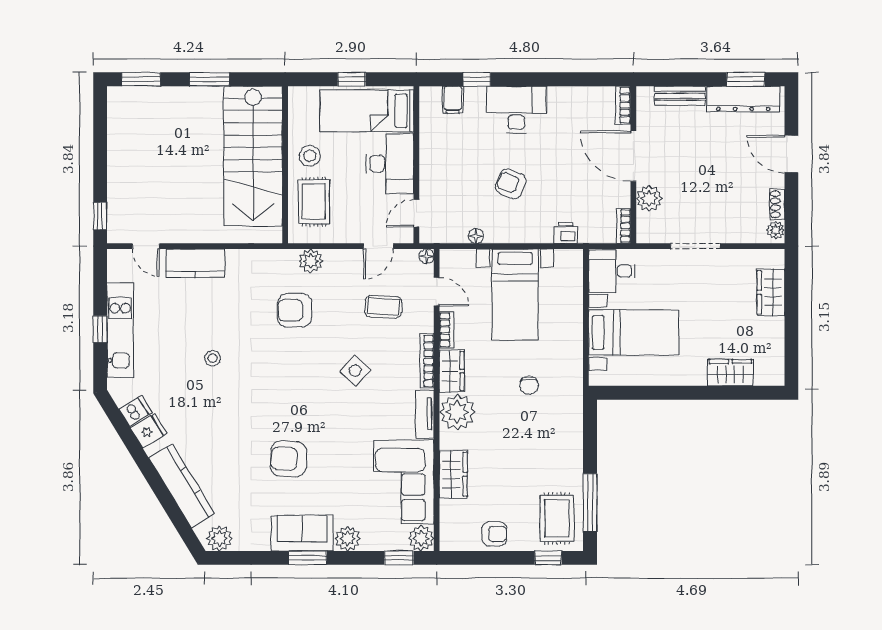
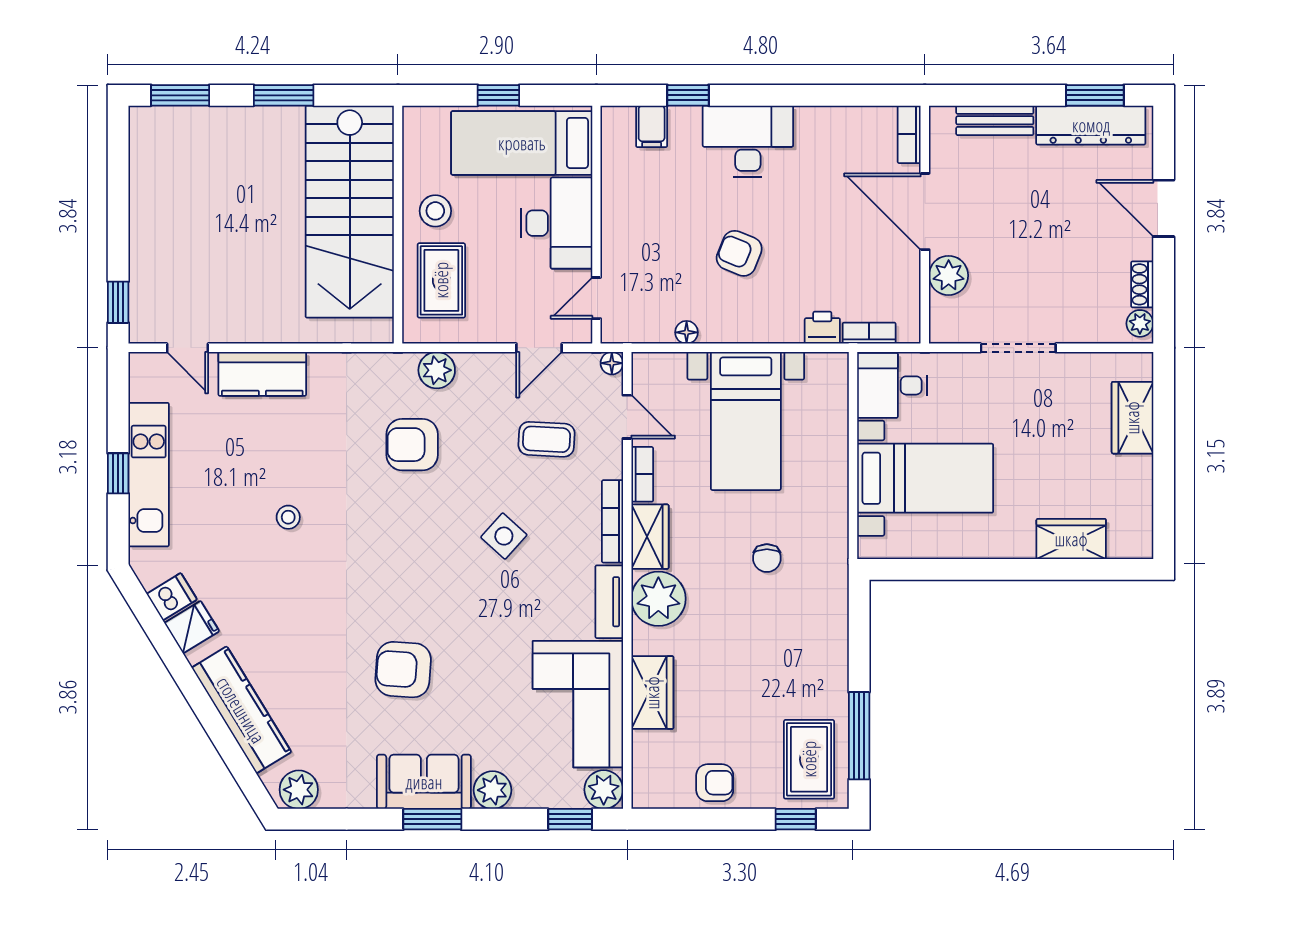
bookcase: (624, 226) -> (869, 333), moved, turned 90

